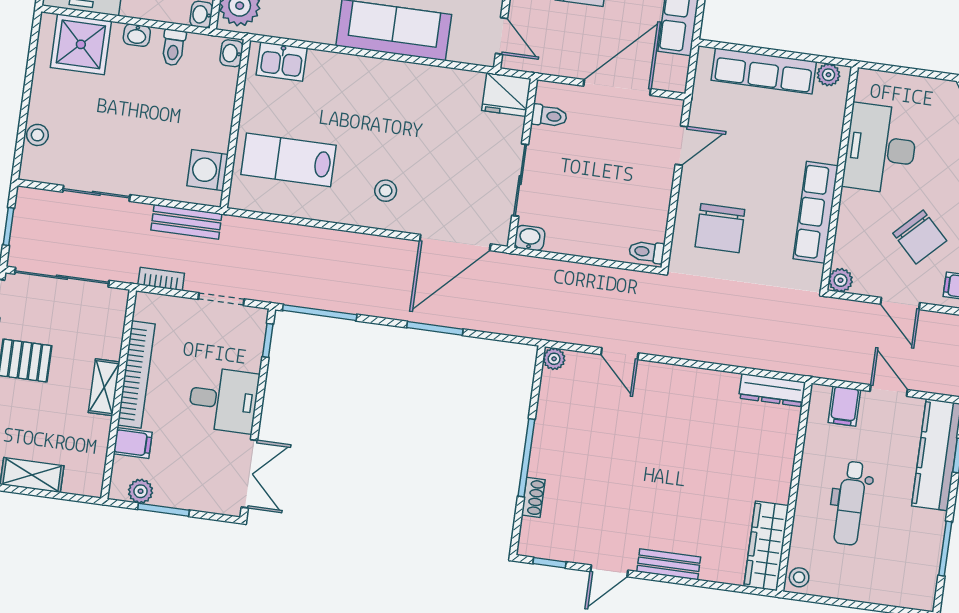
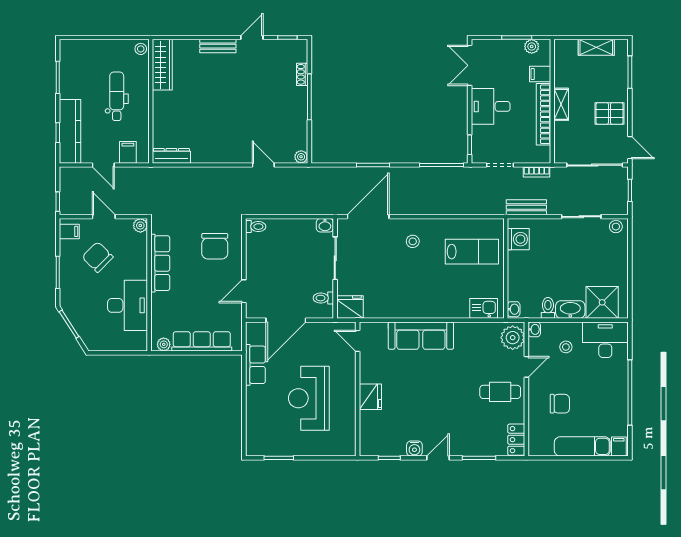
washbasin: (137, 35) -> (570, 309), width x1.91, depth x1.45
stool: (37, 135) -> (616, 227), moved
chair: (720, 228) -> (215, 246), turned 180

